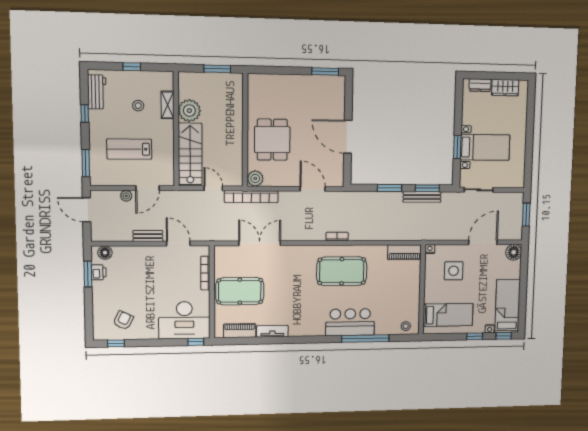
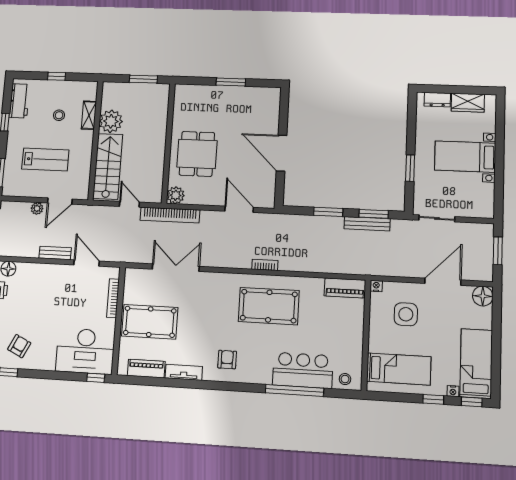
window: (325, 71) -> (231, 82), moved
bed with nightstands: (485, 147) -> (465, 157), moved, turned 180
lab bench: (129, 149) -> (45, 159), turned 180
armchair: (309, 318) -> (227, 360), added
bar counter: (350, 322) -> (303, 370), moved

